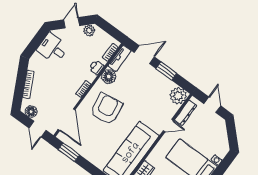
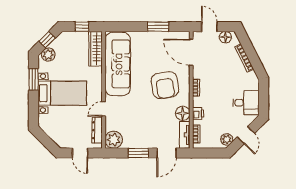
window: (69, 152) -> (158, 27), moved

